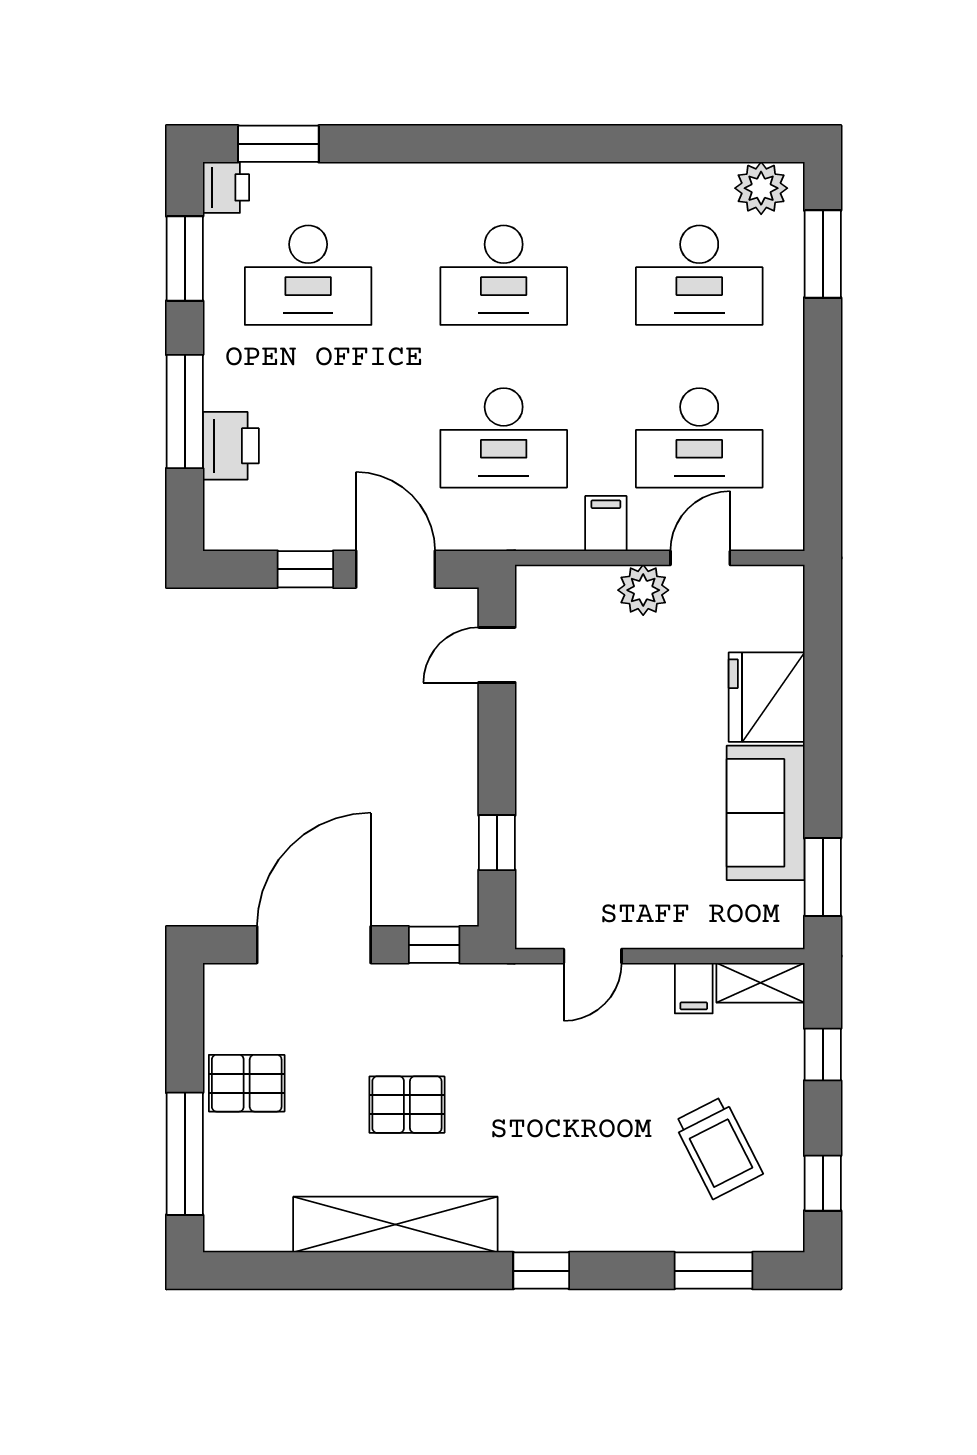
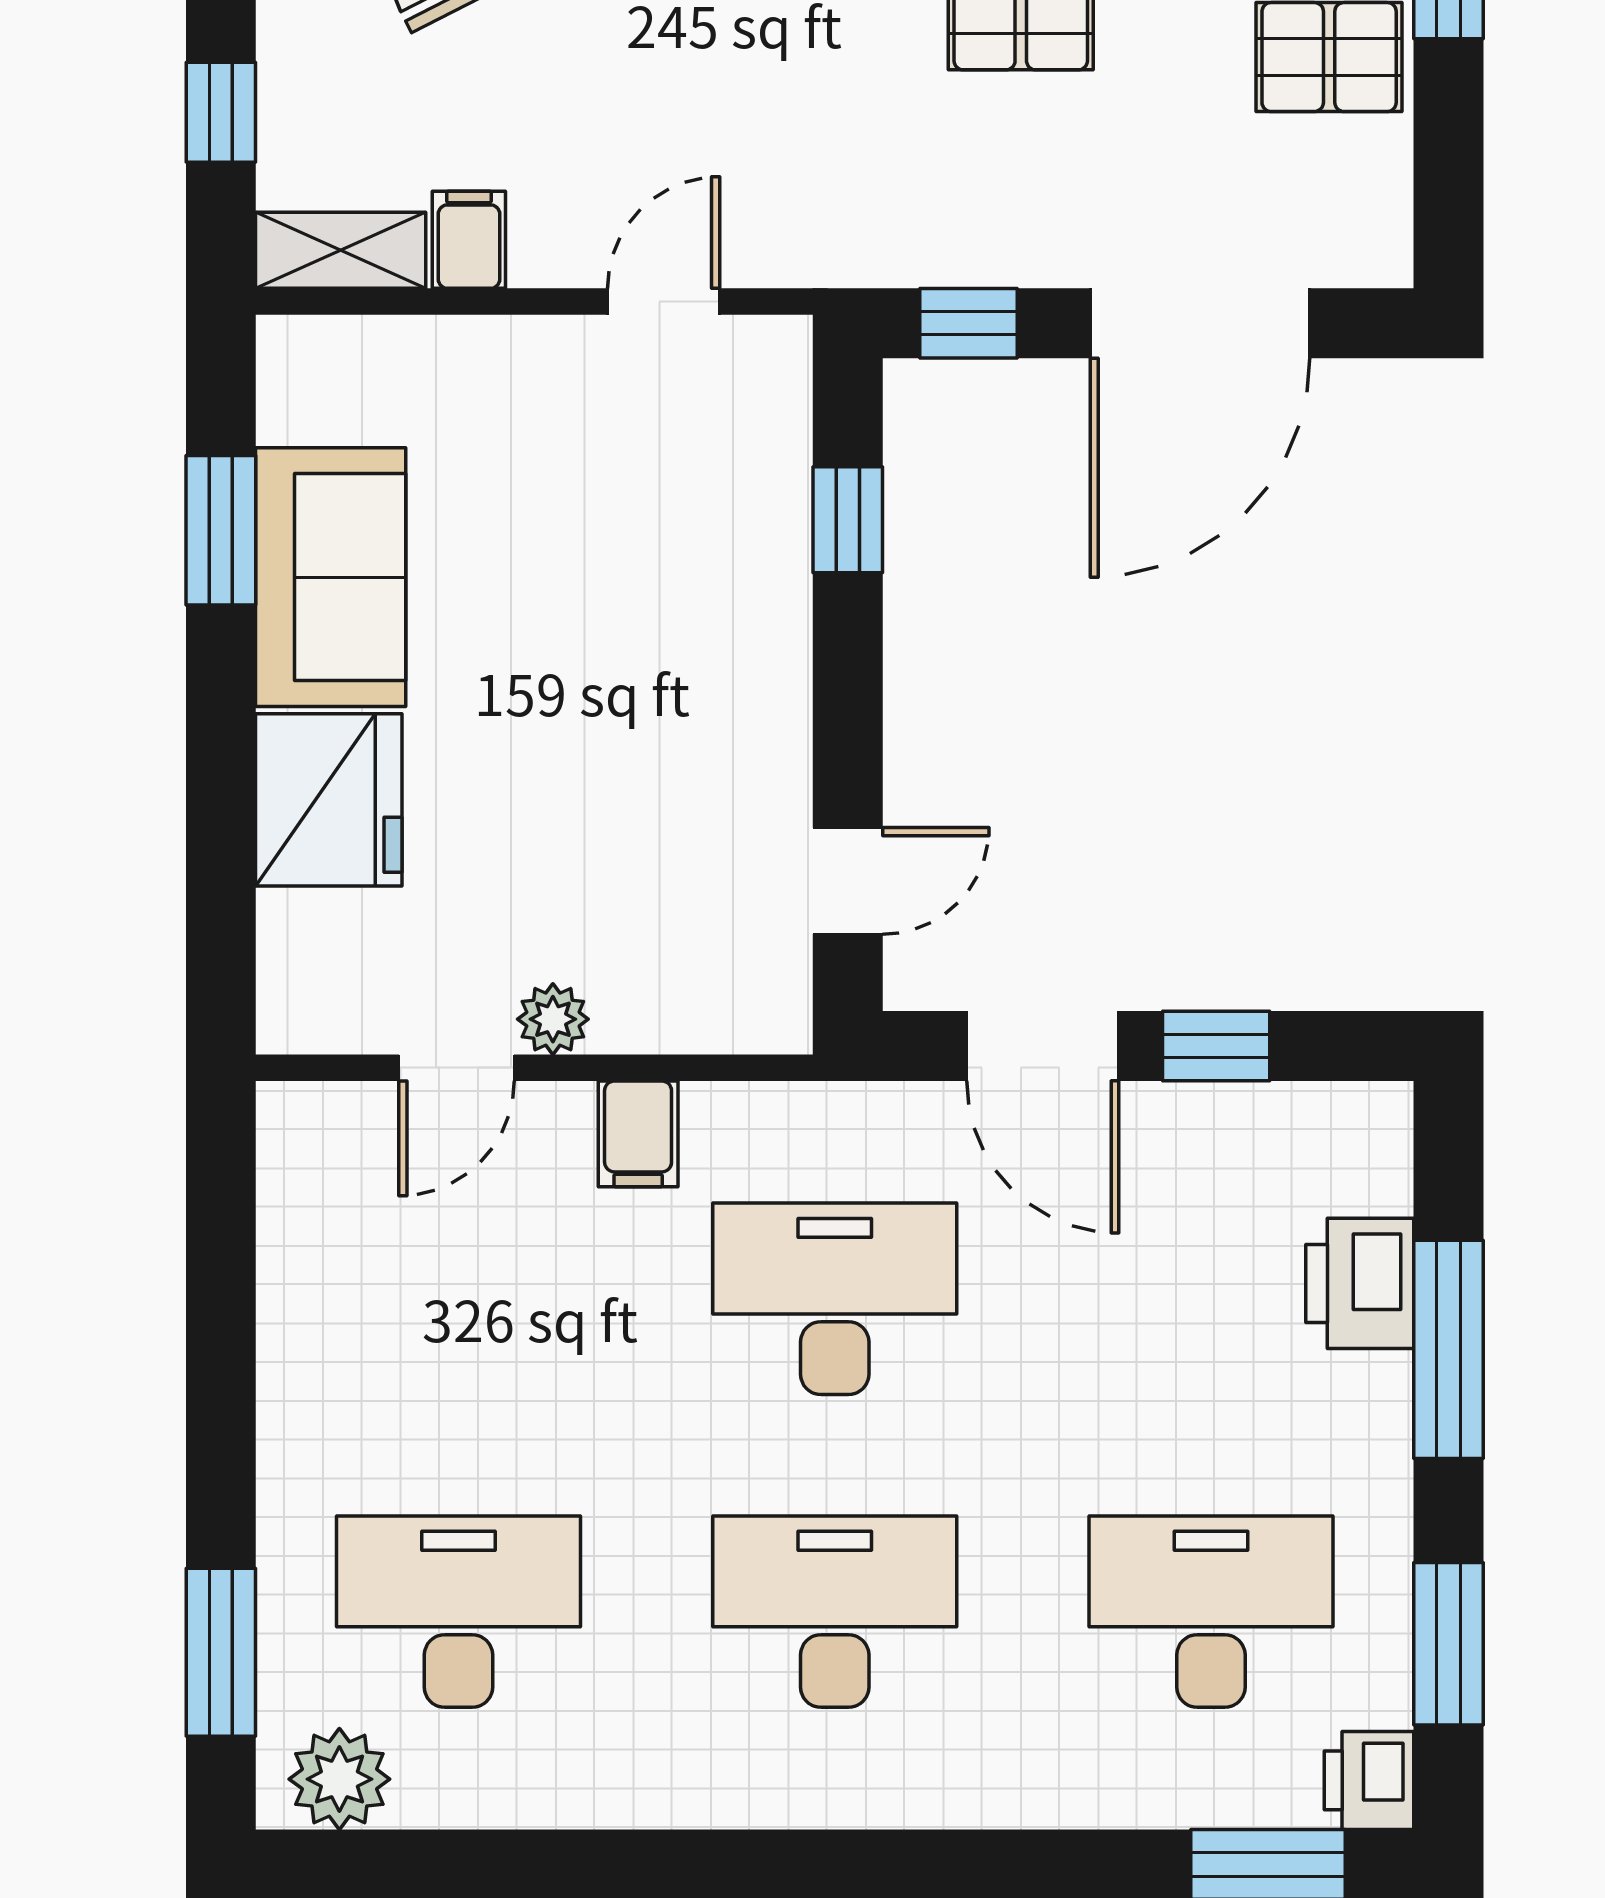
desk: (699, 438) -> (458, 1299), removed
plant: (643, 590) -> (553, 1019), width x0.73, depth x0.73
window: (823, 877) -> (221, 530), moved

